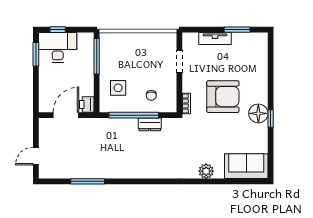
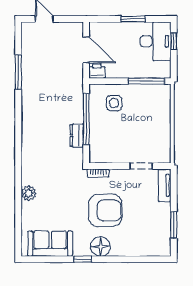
tv unit: (215, 38) -> (165, 185), moved
window: (36, 54) -> (133, 19), moved
chair: (151, 95) -> (106, 137), removed
armchair: (223, 97) -> (105, 210), turned -90
floor lamp: (258, 113) -> (100, 247), moved
sofa: (246, 166) -> (50, 244), moved, turned -90

